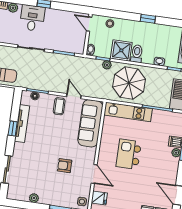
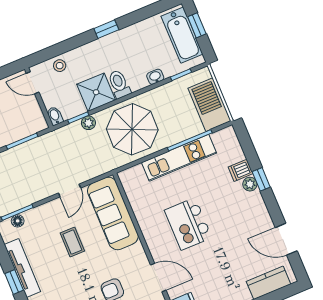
door: (74, 96) -> (70, 190), swing flipped
coffee table: (59, 106) -> (72, 242), moved
kitchen unit: (128, 112) -> (179, 158), moved

